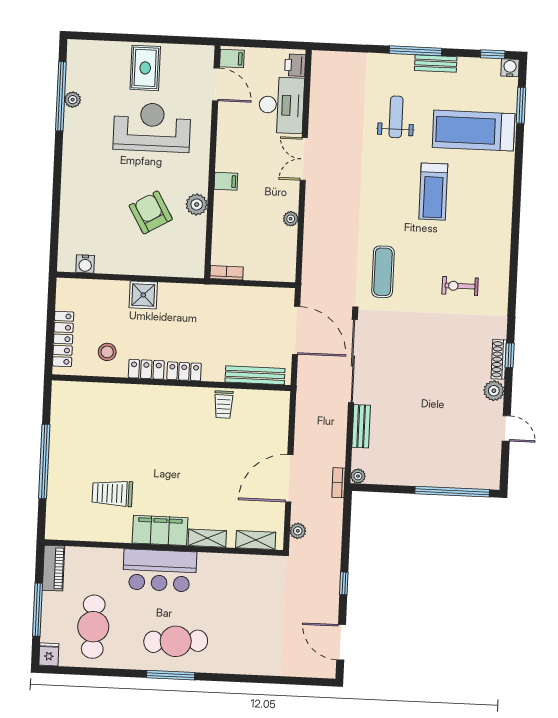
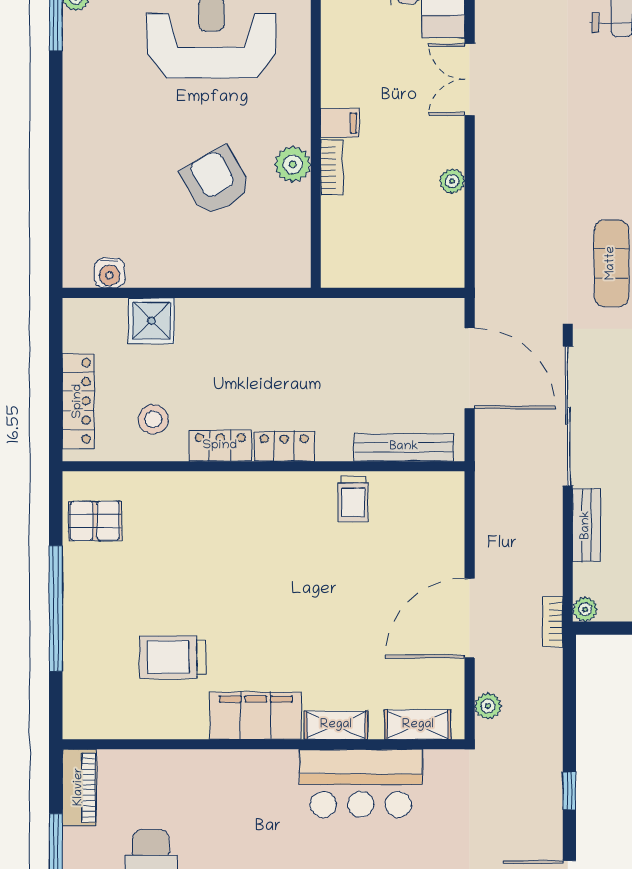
bookcase: (227, 273) -> (332, 168), moved, turned 90
shower: (143, 295) -> (151, 321), moved
pallet: (70, 411) -> (95, 521), added
bar counter: (160, 570) -> (361, 783), moved

